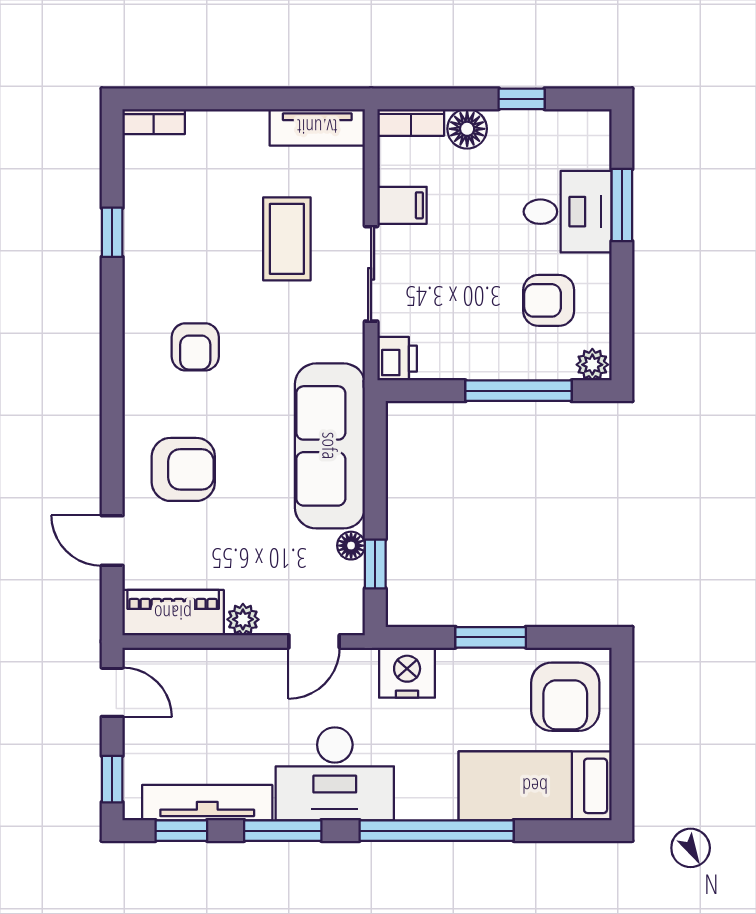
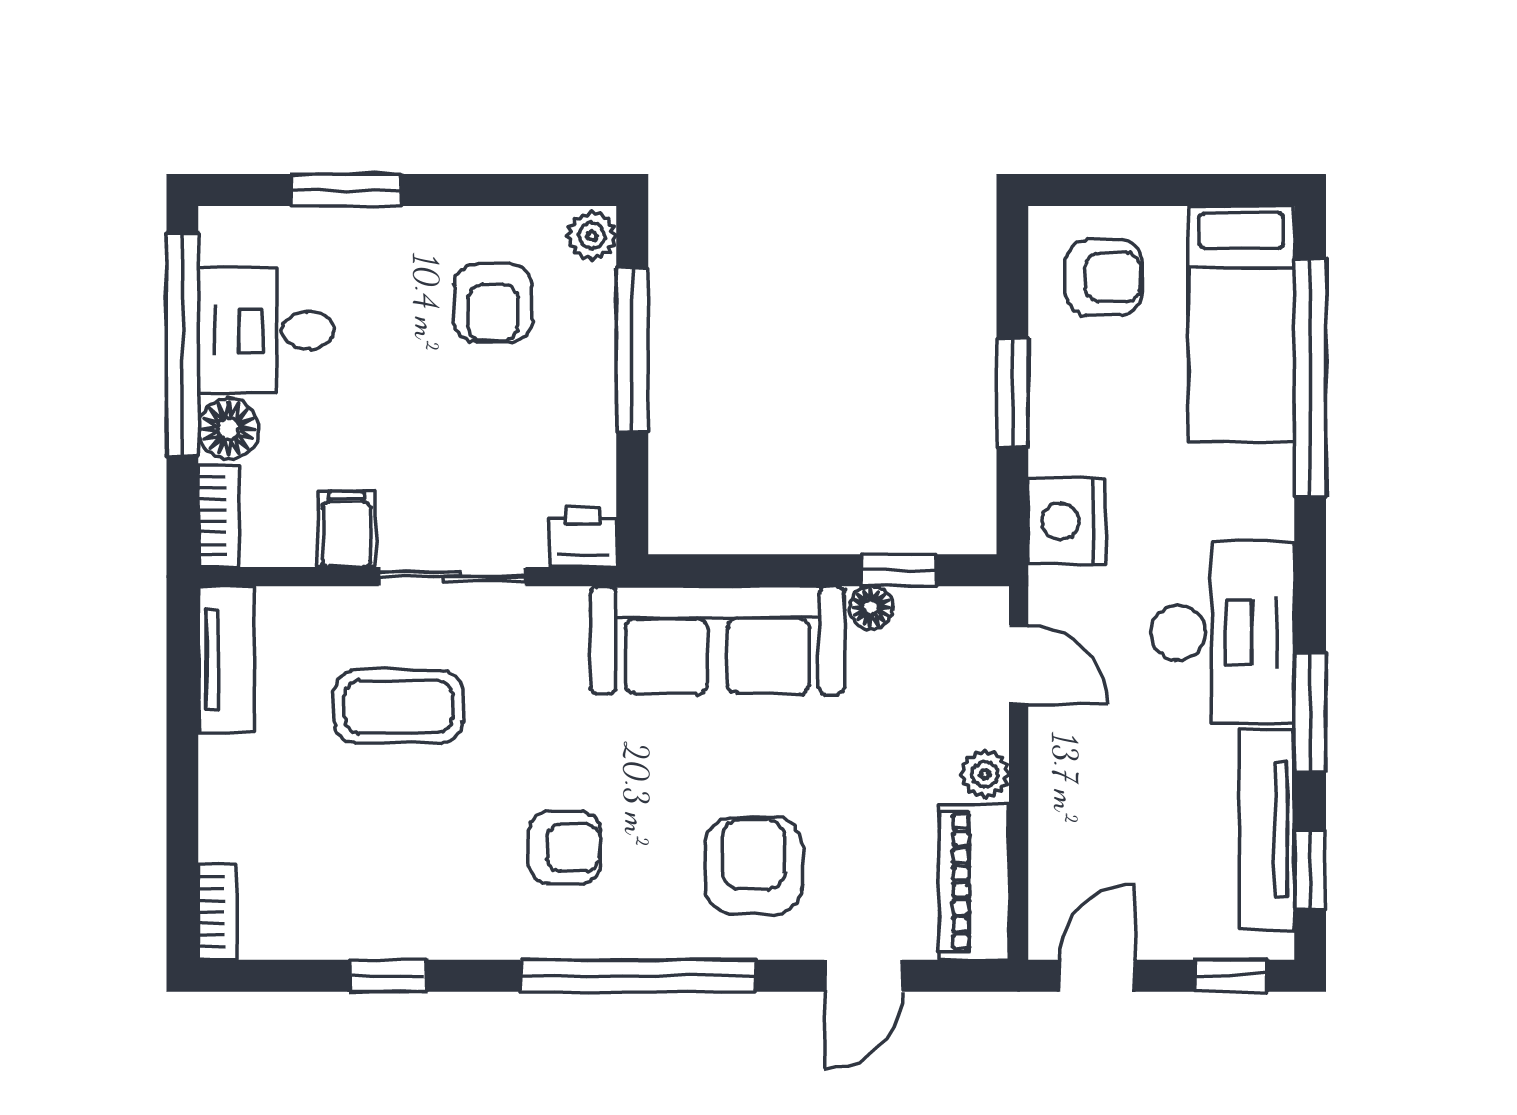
window: (522, 99) -> (182, 345), width x3.17
desk: (568, 212) -> (266, 330), moved, turned -90
window: (112, 394) -> (638, 976), added
armchair: (565, 697) -> (1104, 277), width x0.72, depth x0.72
window: (437, 831) -> (1310, 378), moved

